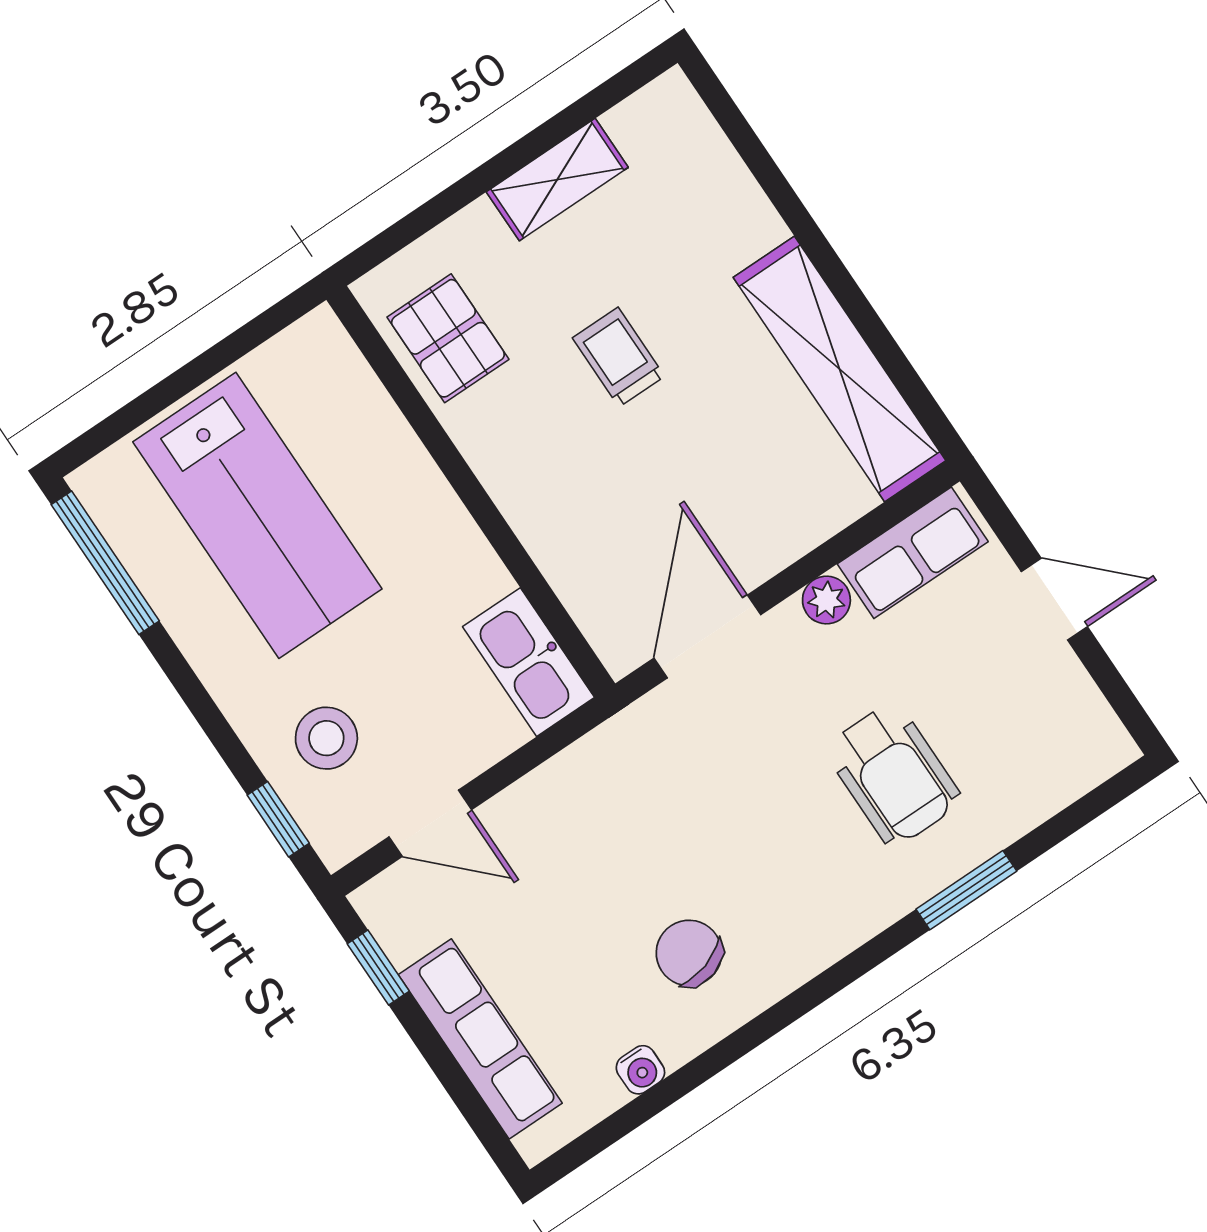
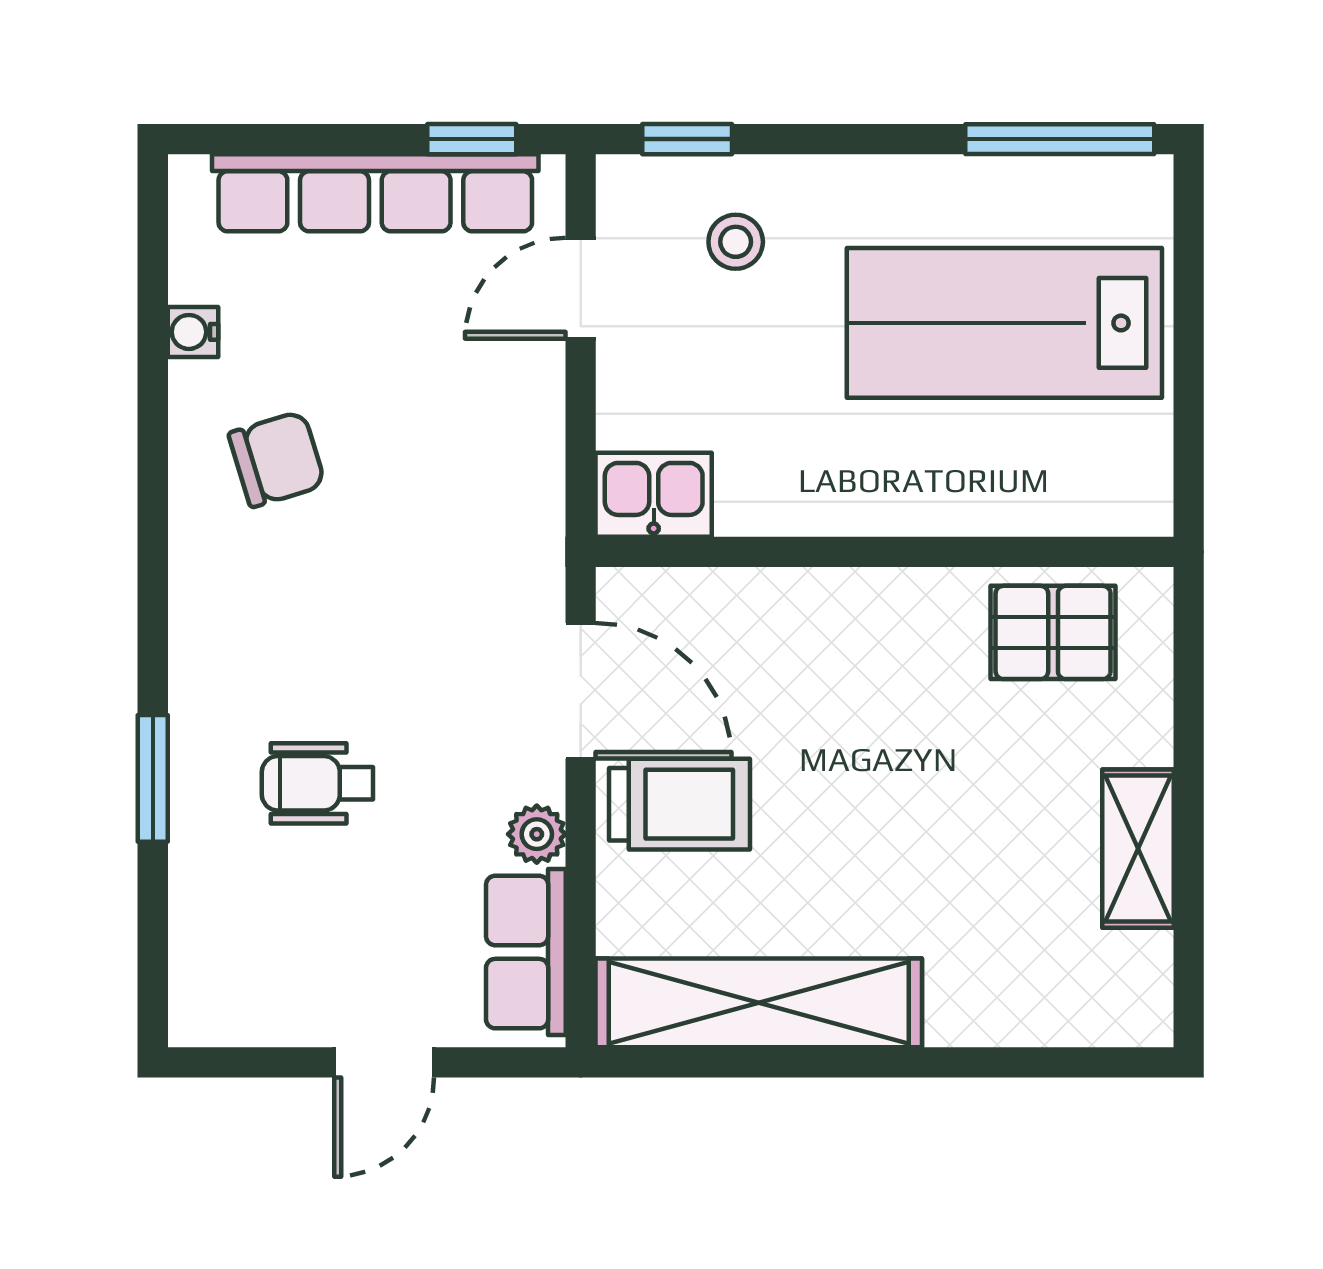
trolley: (619, 357) -> (679, 804), moved, width x1.36, depth x1.39
kitchen sink: (529, 662) -> (654, 495), width x0.73
stool: (326, 738) -> (736, 242), width x0.73, depth x0.73
wheelchair: (893, 775) -> (317, 783), width x0.73, depth x0.73
row of seats: (480, 1039) -> (375, 193), width x1.36

